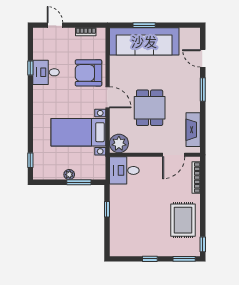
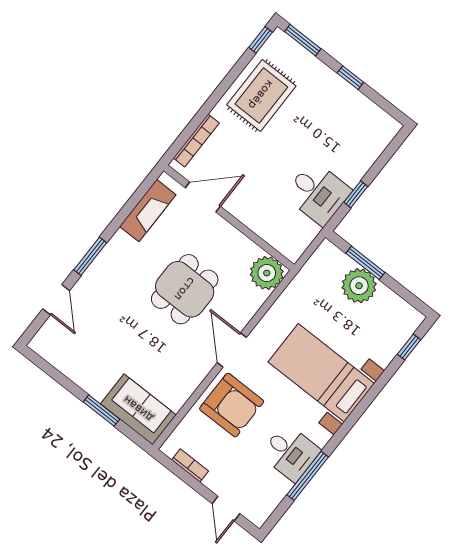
sofa: (144, 41) -> (138, 409), width x0.54, depth x0.79
window: (30, 68) -> (308, 476), width x2.17
bed with nightstands: (78, 132) -> (321, 373), moved, turned 180
desk: (124, 170) -> (318, 193), moved
plant: (69, 175) -> (359, 286), width x1.87, depth x1.87

